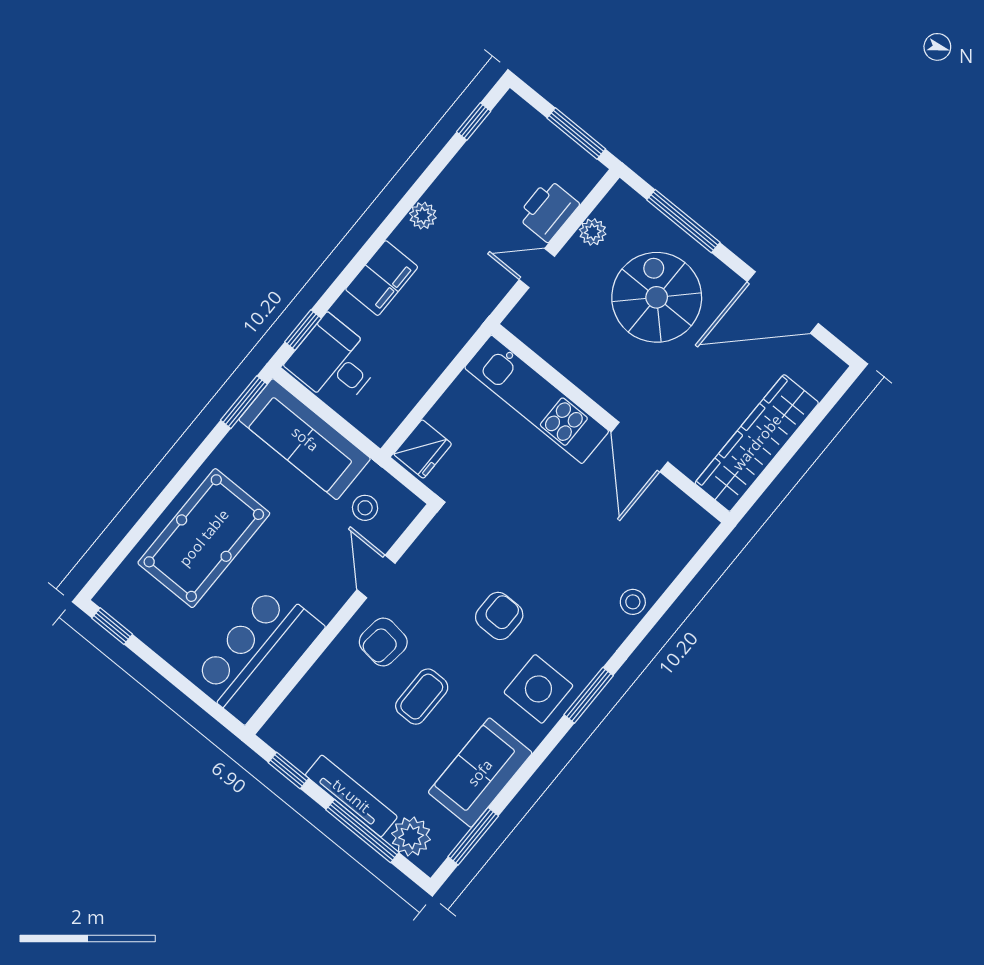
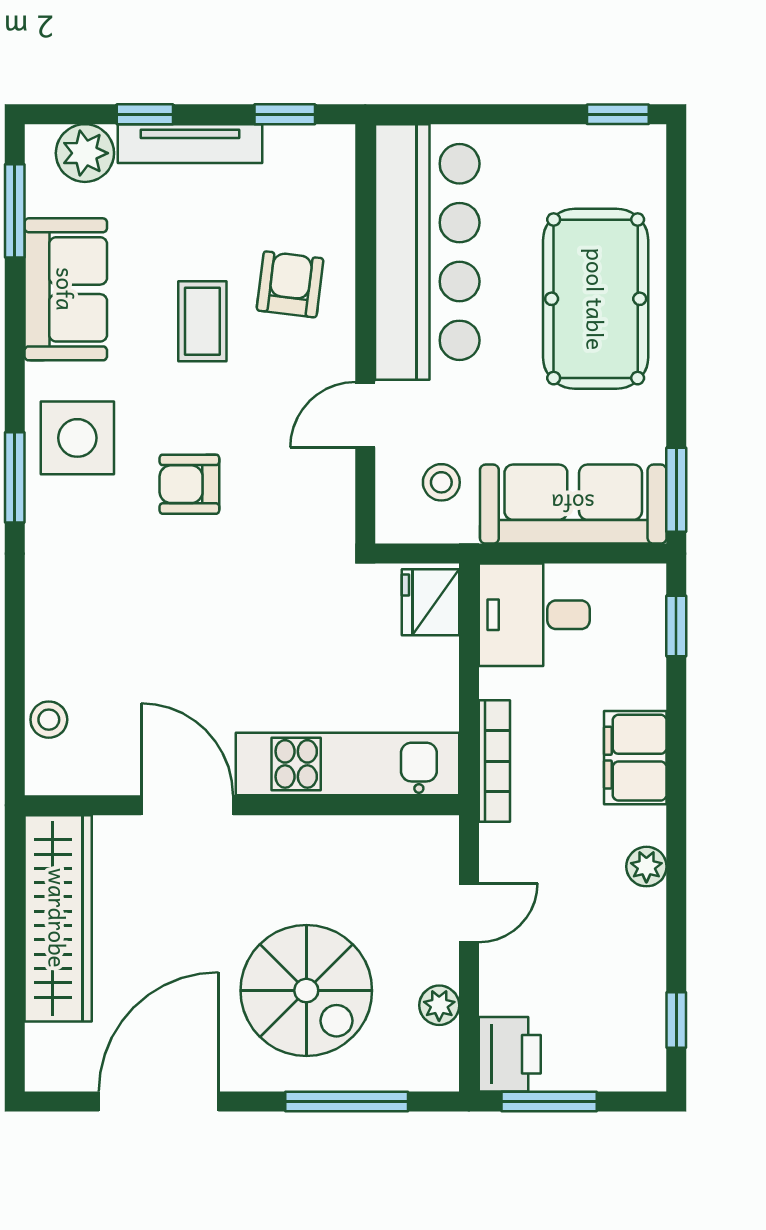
printer: (548, 210) -> (510, 1054), moved
bookcase: (458, 337) -> (494, 761), added
desk: (334, 362) -> (534, 615), moved, turned 180
door: (376, 577) -> (365, 415), swing flipped
stool: (633, 602) -> (49, 720), moved
armchair: (499, 616) -> (189, 484), turned 90
armchair: (383, 642) -> (290, 284), moved
bar counter: (258, 654) -> (427, 252), width x1.36
window: (362, 831) -> (145, 114), width x0.46

